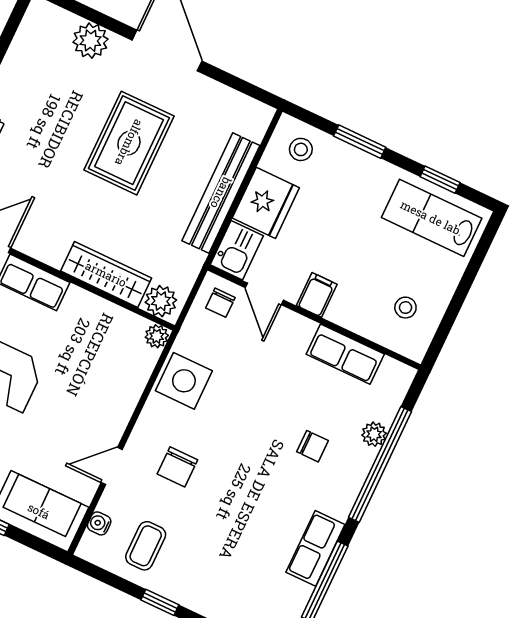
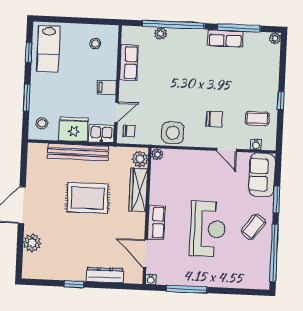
rug: (129, 143) -> (88, 198), moved
chair: (313, 446) -> (178, 60), removed

